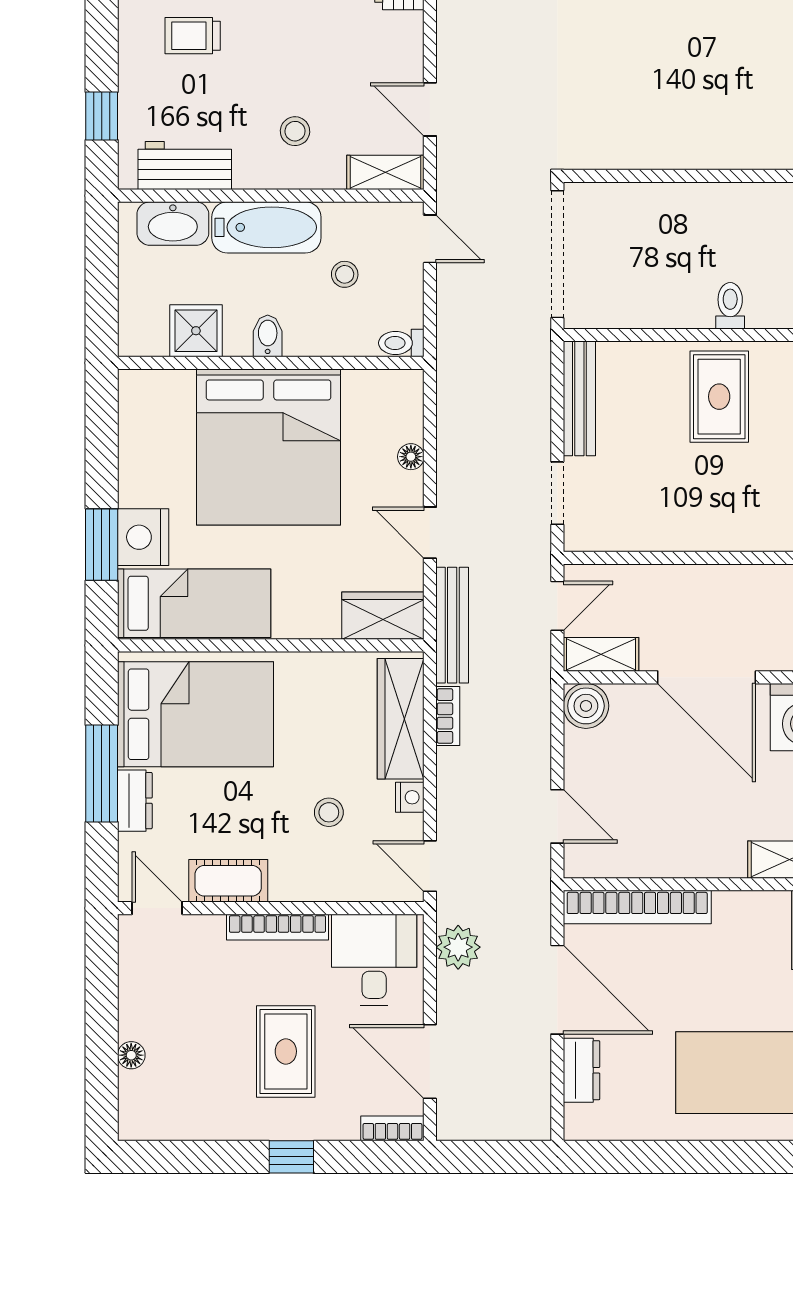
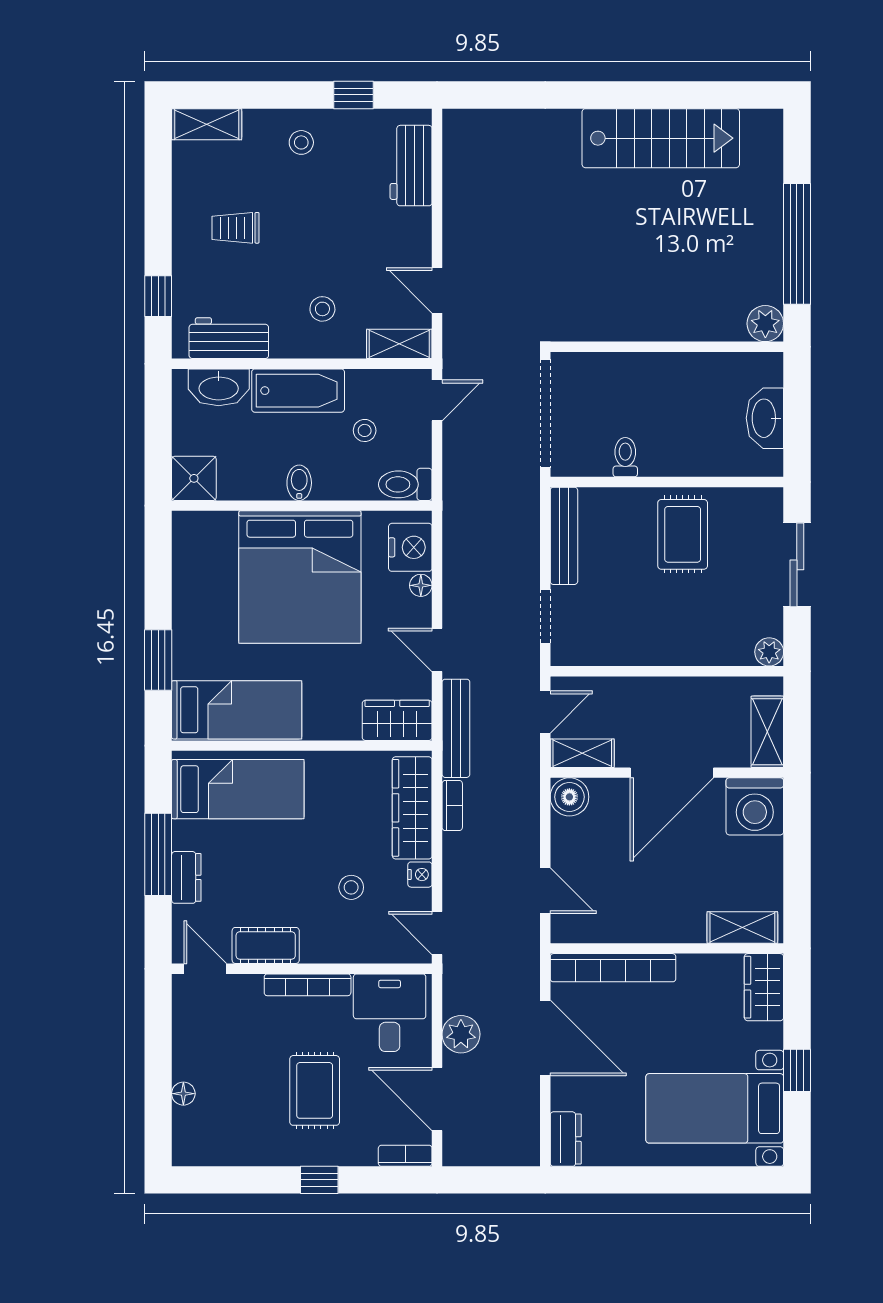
door: (430, 239) -> (437, 400), hinge flipped
toilet: (730, 306) -> (625, 457), moved
shower: (196, 331) -> (194, 478), moved
toilet: (401, 343) -> (405, 484), width x1.37, depth x1.39
nightstand: (143, 537) -> (410, 547), moved, turned 180
door: (707, 677) -> (672, 773), hinge flipped
bed: (195, 714) -> (238, 789), width x0.67
plant: (458, 947) -> (461, 1034), moved
dresser: (581, 1070) -> (566, 1139), moved

